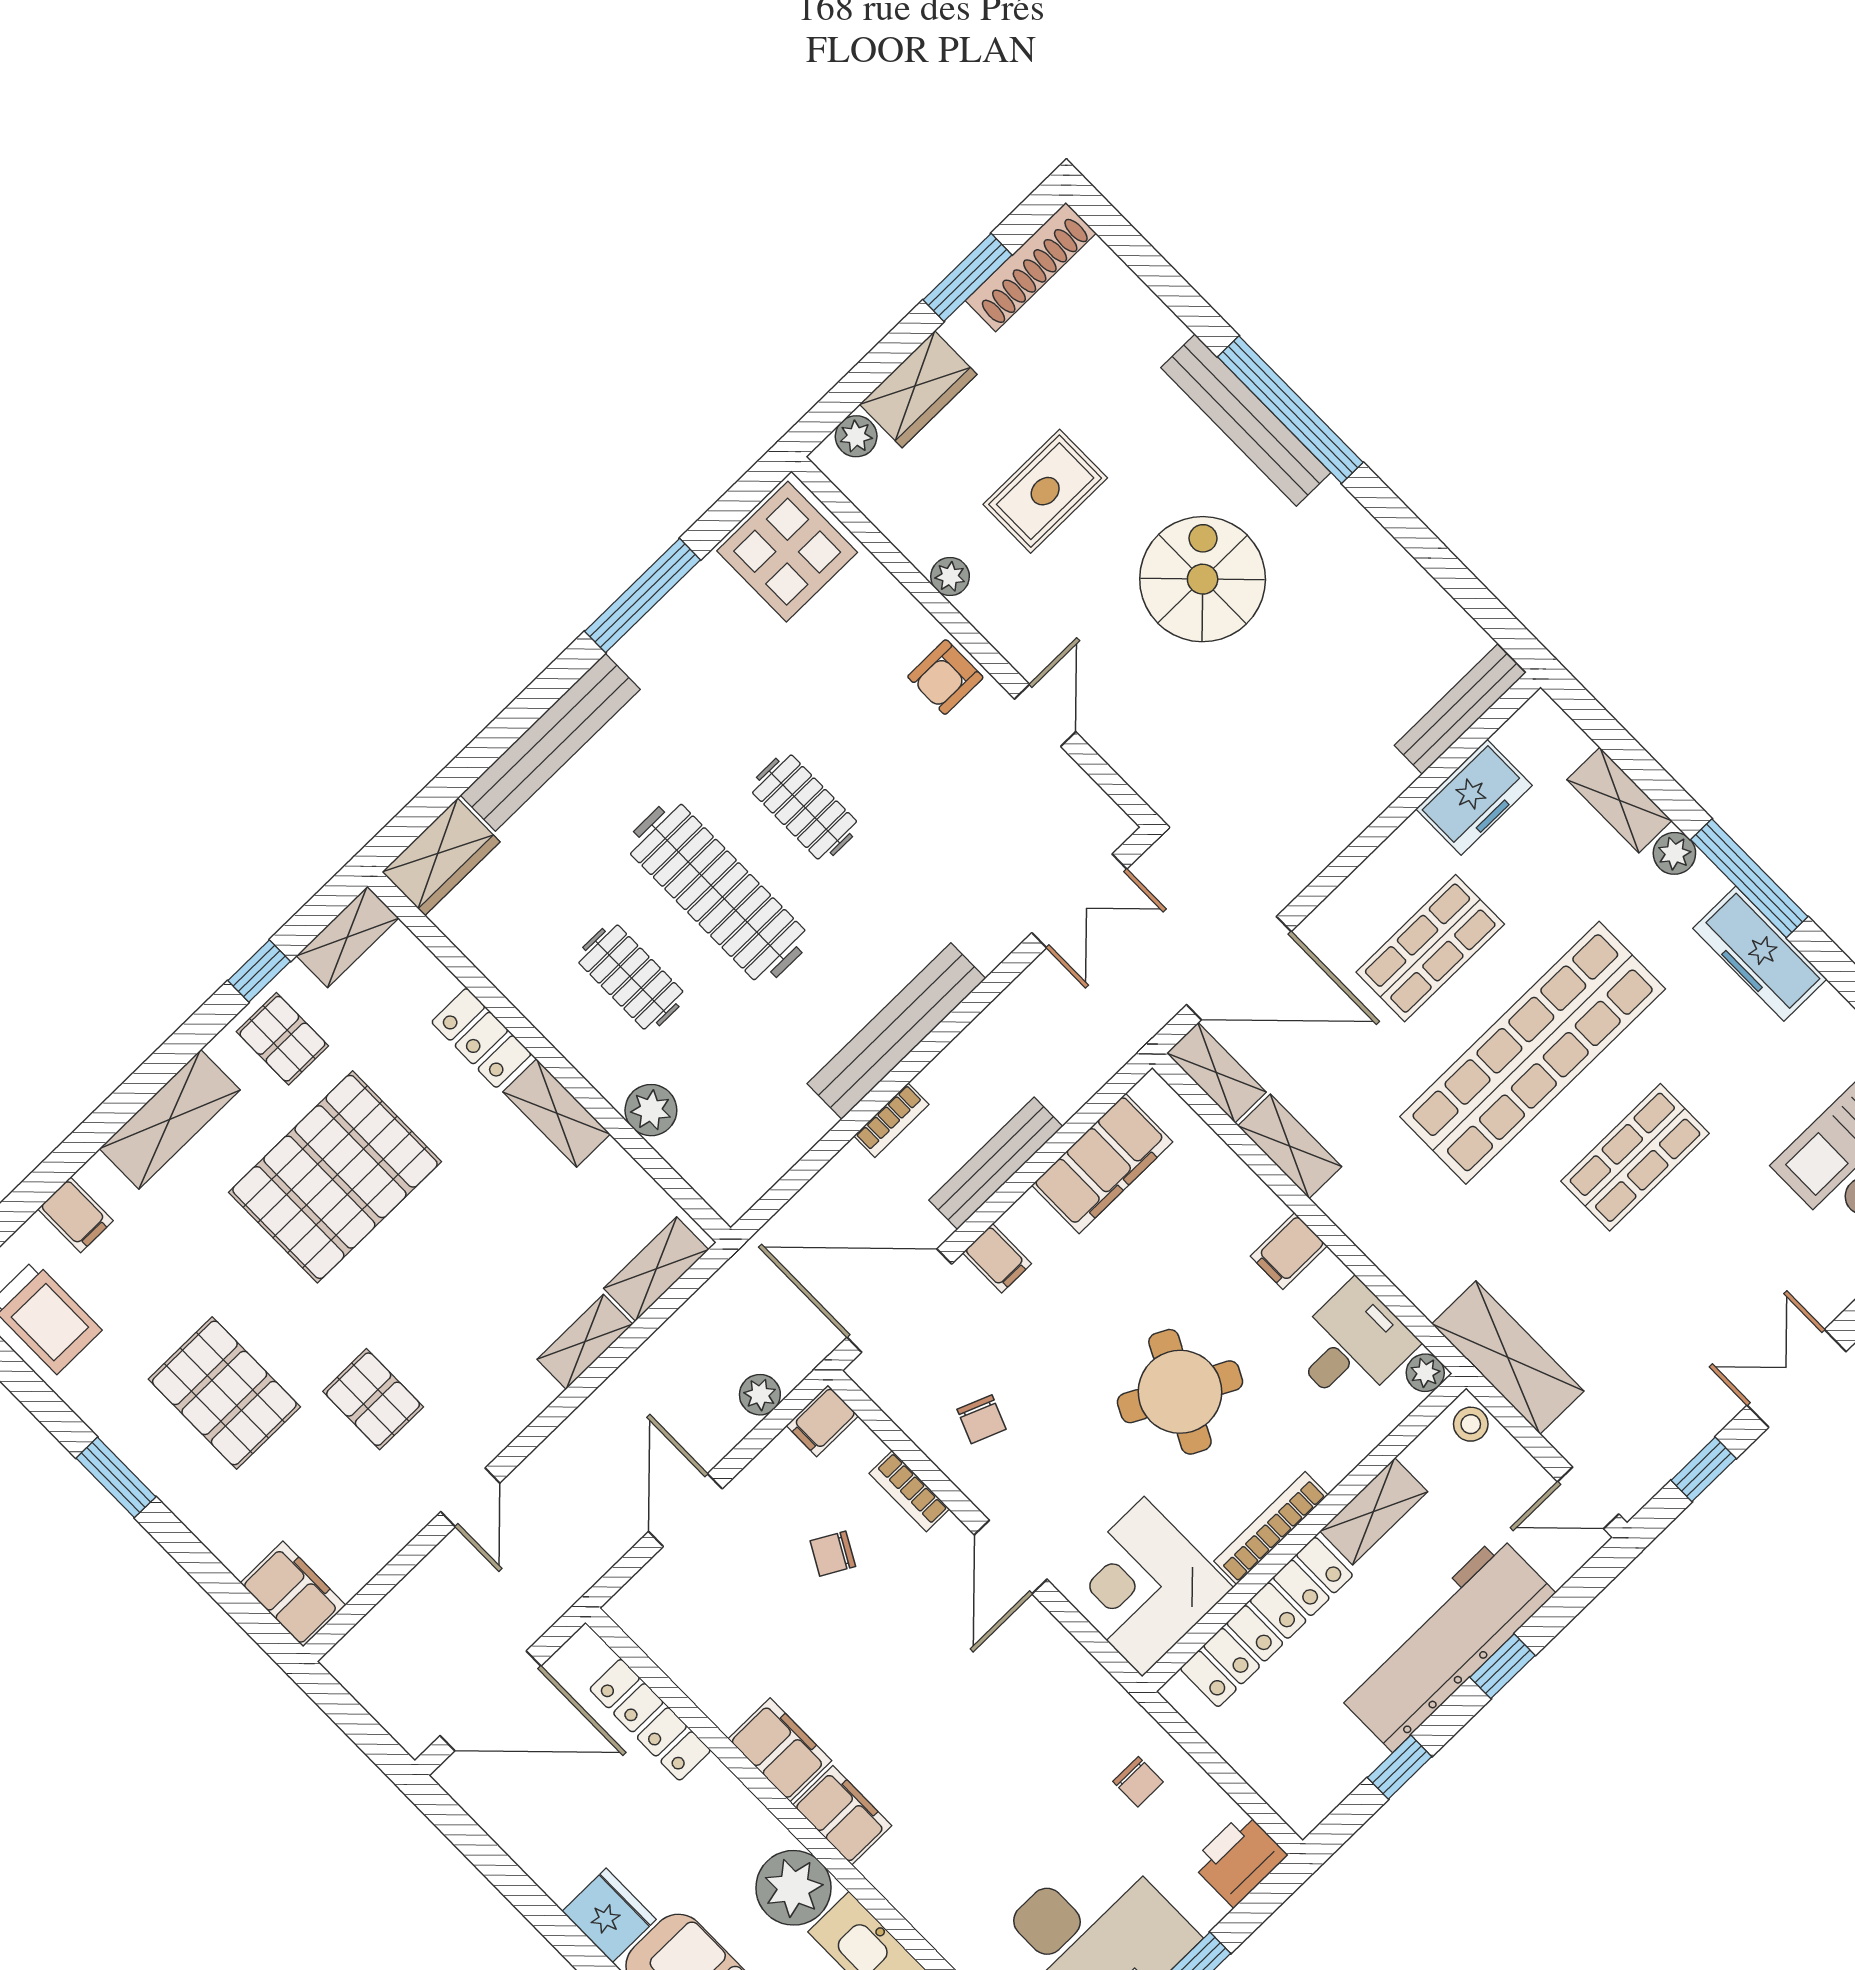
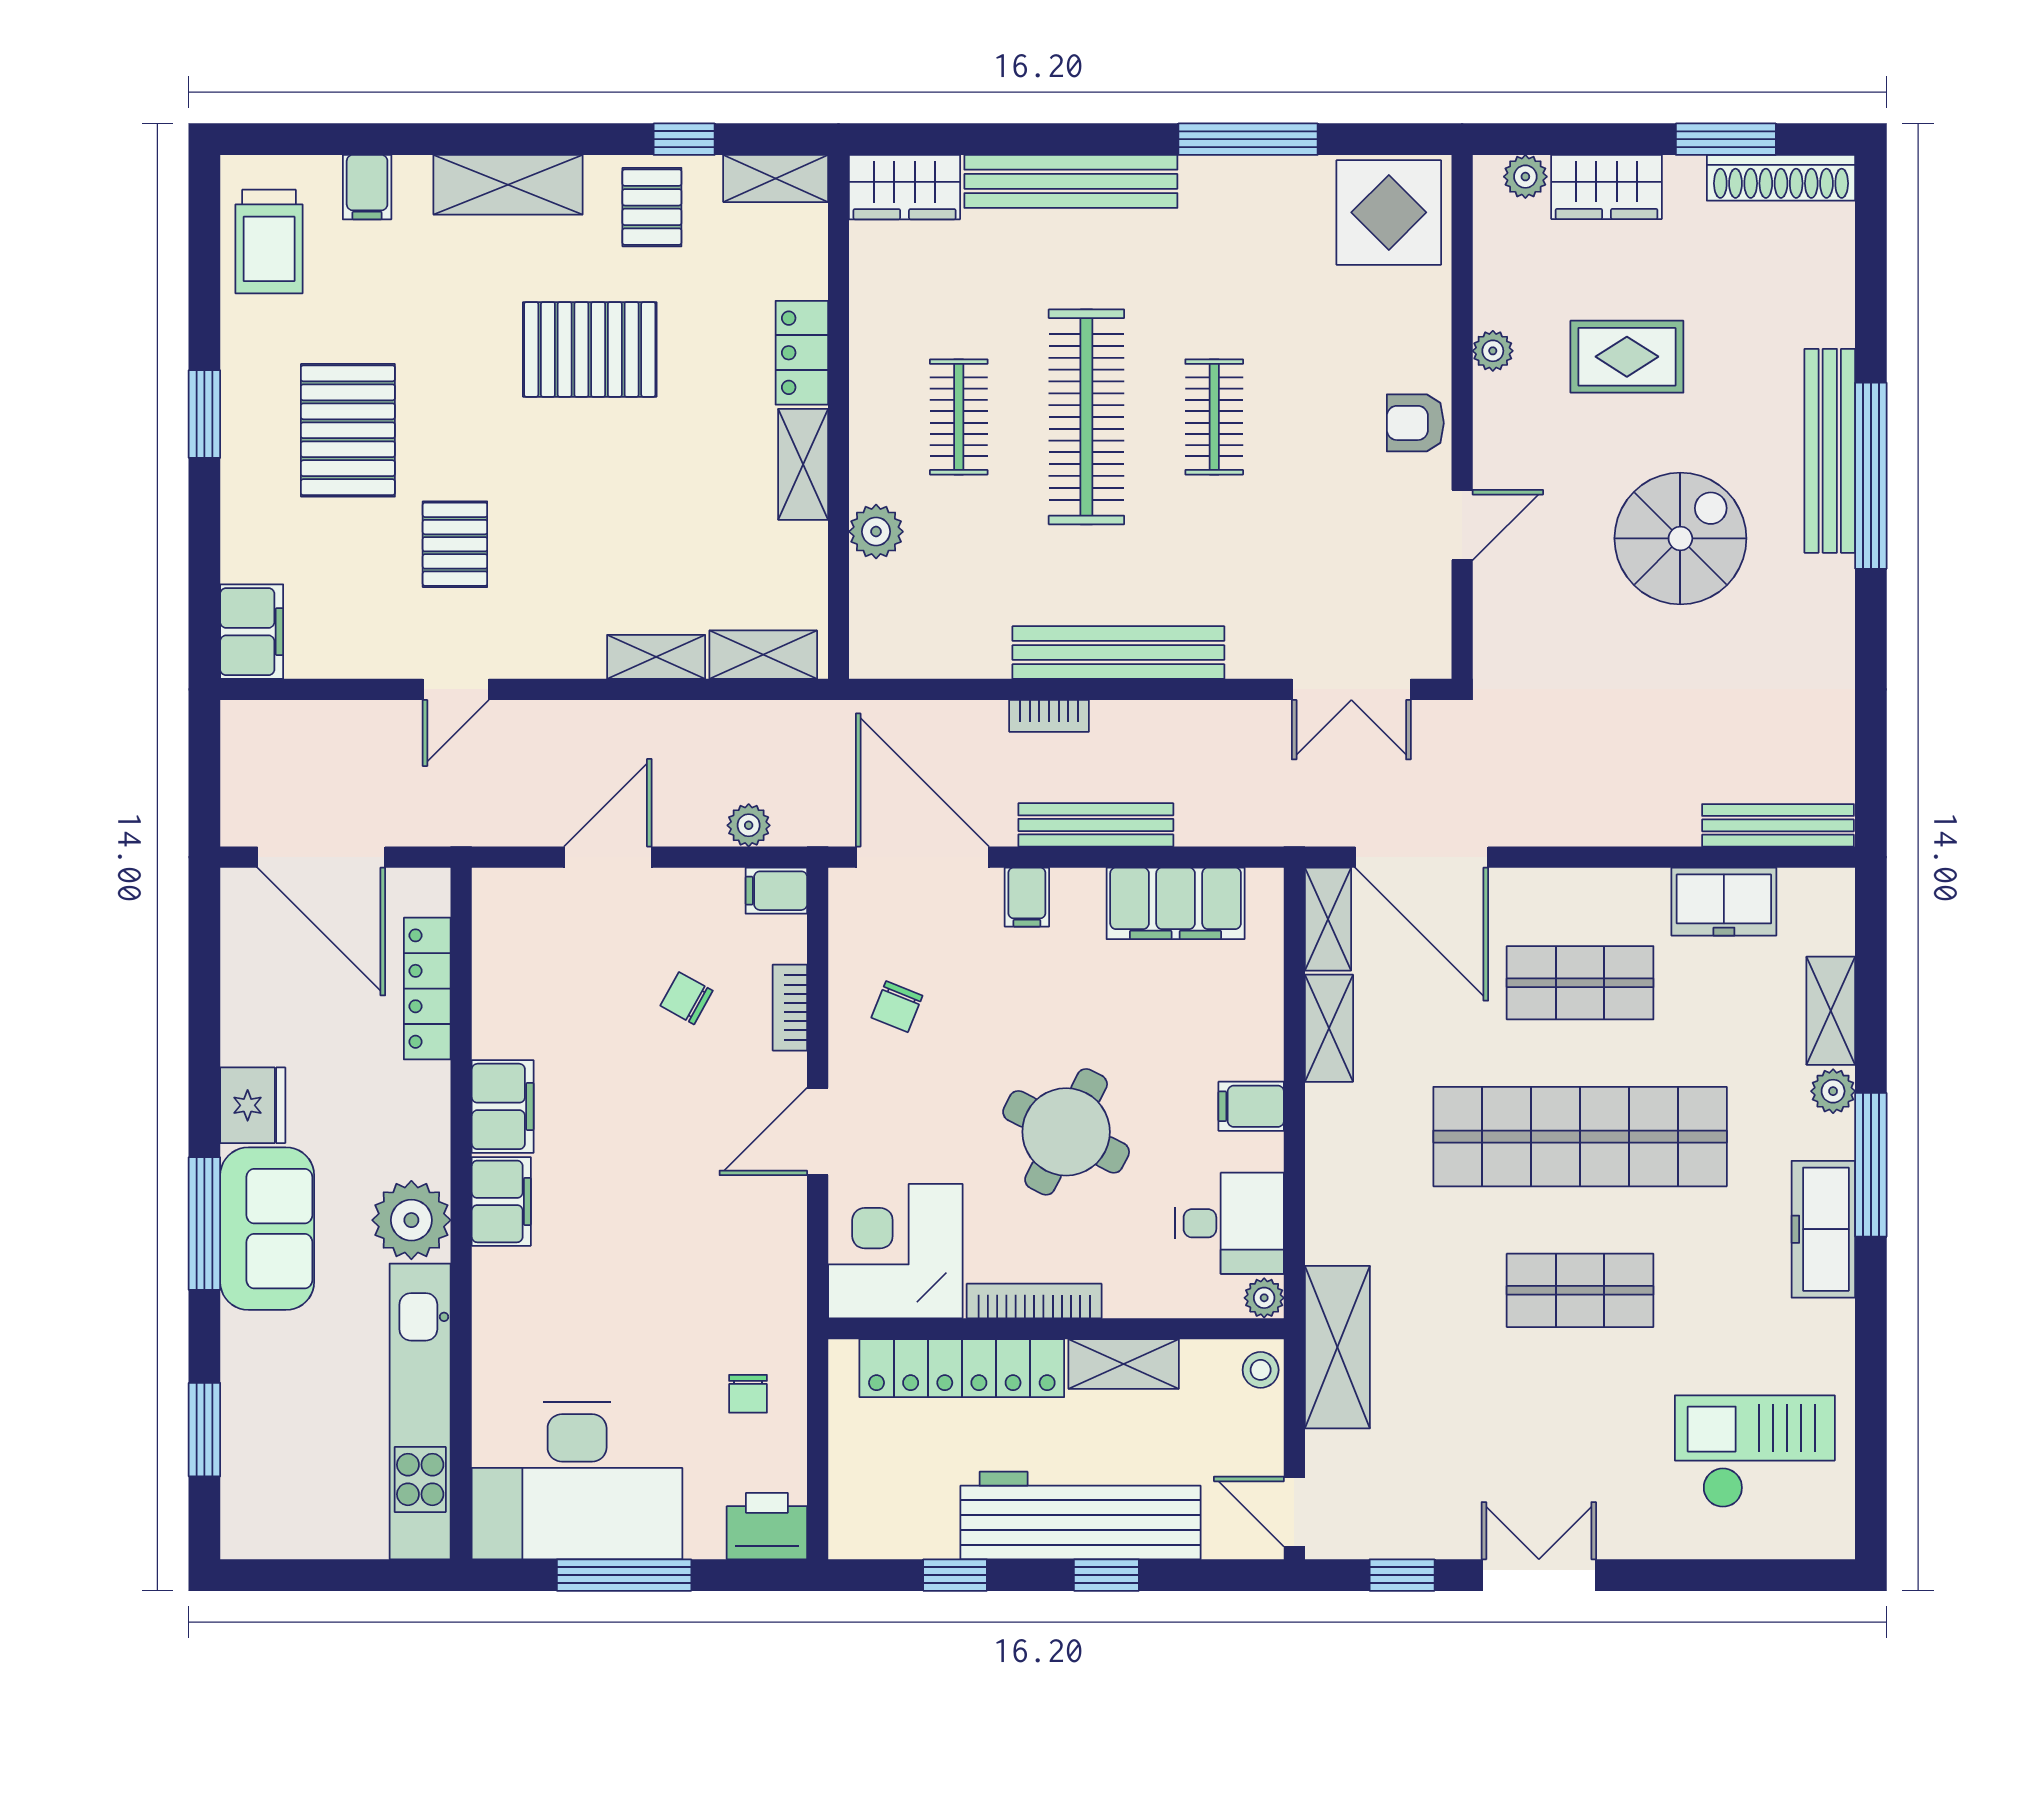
pallet: (335, 1177) -> (590, 349), width x0.73, depth x0.71

